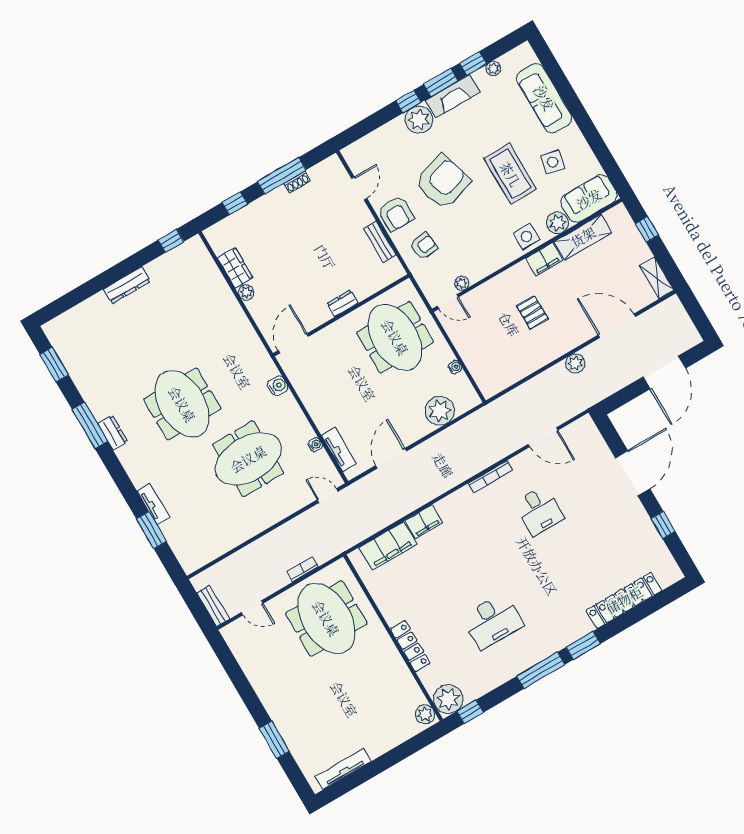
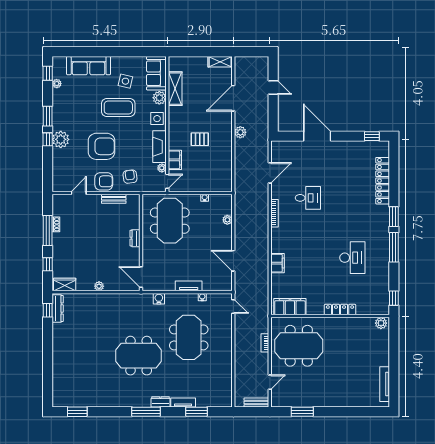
window: (473, 64) -> (48, 73), moved
fireplace: (453, 96) -> (160, 147), moved, turned 180
armchair: (443, 182) -> (101, 146), turned 107
door: (359, 188) -> (79, 193), hinge flipped
window: (647, 229) -> (191, 52), removed
filing cabinet: (544, 259) -> (175, 160), moved
wardrobe: (235, 268) -> (65, 285), moved
dresser: (127, 285) -> (58, 309), moved
meeting table: (395, 337) -> (170, 221), turned 90
door: (664, 372) -> (273, 87), width x0.53
plant: (440, 411) -> (227, 220), width x0.53, depth x0.53
window: (90, 425) -> (146, 412), moved
dresser: (113, 433) -> (160, 402), moved
tv unit: (339, 449) -> (189, 286), moved
door: (327, 496) -> (233, 307), swing flipped
window: (663, 525) -> (372, 136), moved
filing cabinet: (388, 546) -> (290, 307), moved, turned -90
plant: (448, 699) -> (380, 306), removed
window: (274, 740) -> (302, 412), moved

